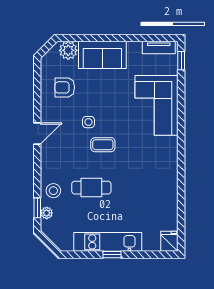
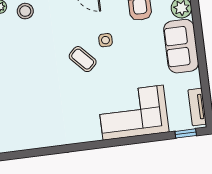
coffee table: (103, 145) -> (83, 59), turned -43
cafe table: (91, 188) -> (34, 52), removed

